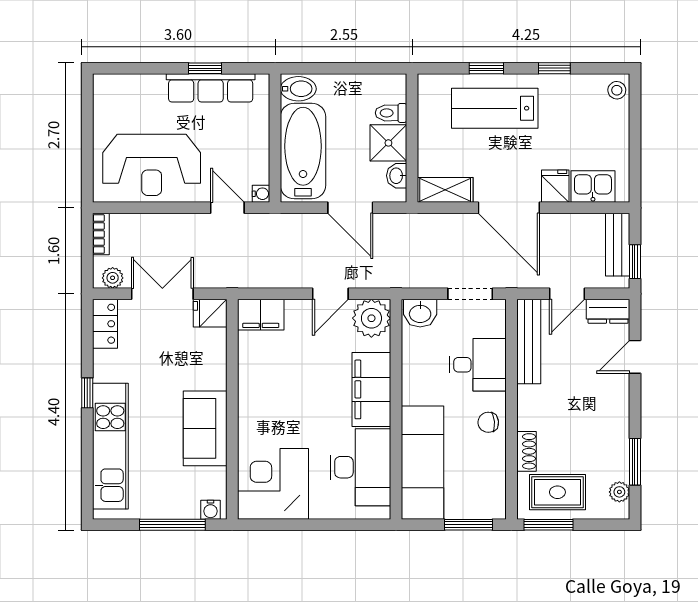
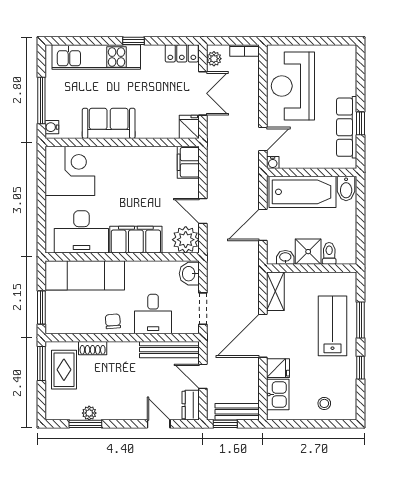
window: (486, 68) -> (361, 320), width x1.50
stool: (617, 90) -> (324, 403), moved
plant: (619, 492) -> (89, 413), moved

